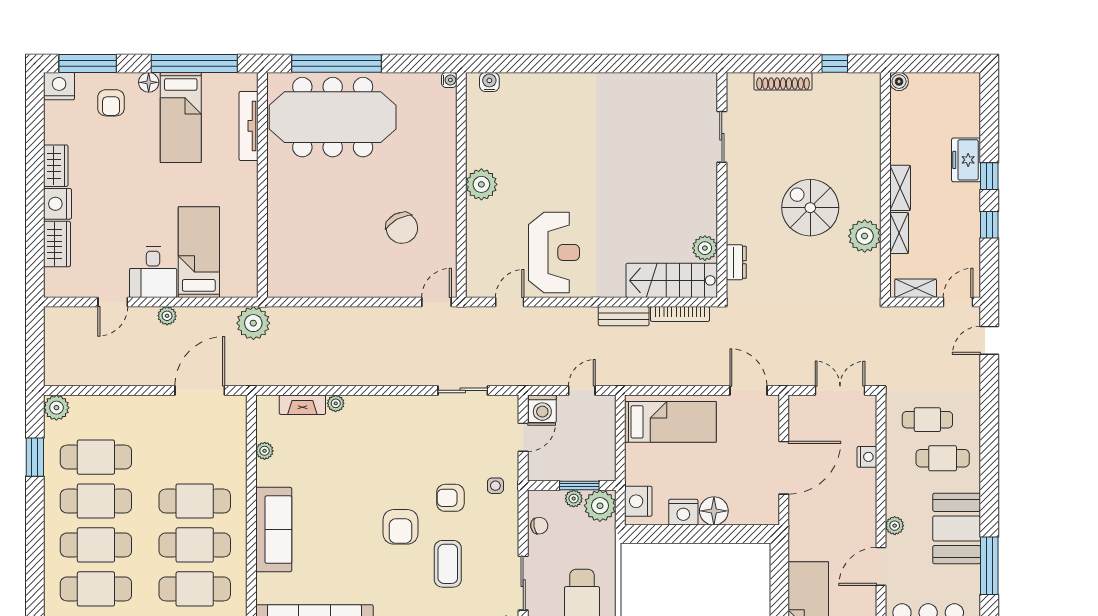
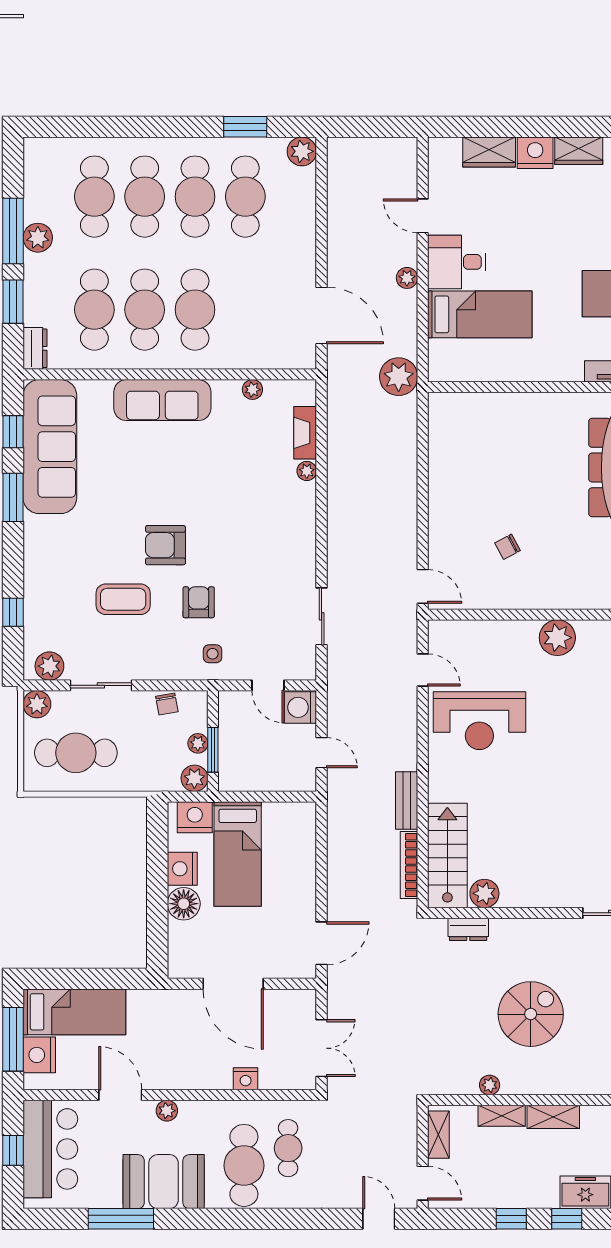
chair: (402, 228) -> (508, 547), width x0.54, depth x0.54
plant: (865, 236) -> (490, 1085), width x0.53, depth x0.53
bed: (670, 422) -> (238, 854), moved
cafe table: (943, 458) -> (244, 1165), width x1.37, depth x1.35
plant: (600, 506) -> (194, 778), width x0.73, depth x0.73

